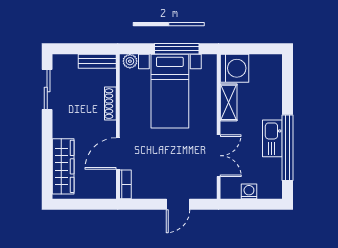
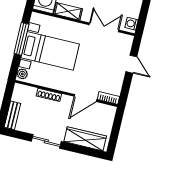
bench: (97, 61) -> (12, 115), moved
sliding door: (47, 89) -> (46, 141), moved
door: (118, 153) -> (85, 98), hinge flipped
washing machine: (249, 191) -> (131, 24), moved

